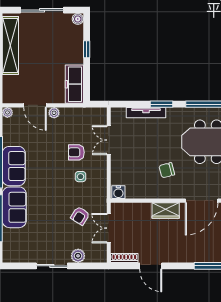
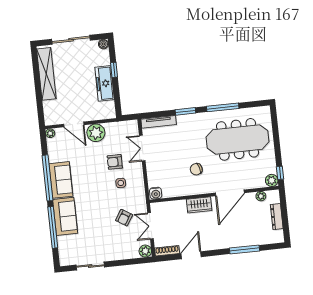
freezer: (74, 84) -> (105, 83), moved
plant: (54, 113) -> (96, 133), width x1.87, depth x1.87
tv unit: (146, 113) -> (159, 122), moved
plant: (78, 256) -> (145, 251), moved
sliding door: (52, 266) -> (90, 266), moved
door: (151, 266) -> (191, 255), swing flipped

